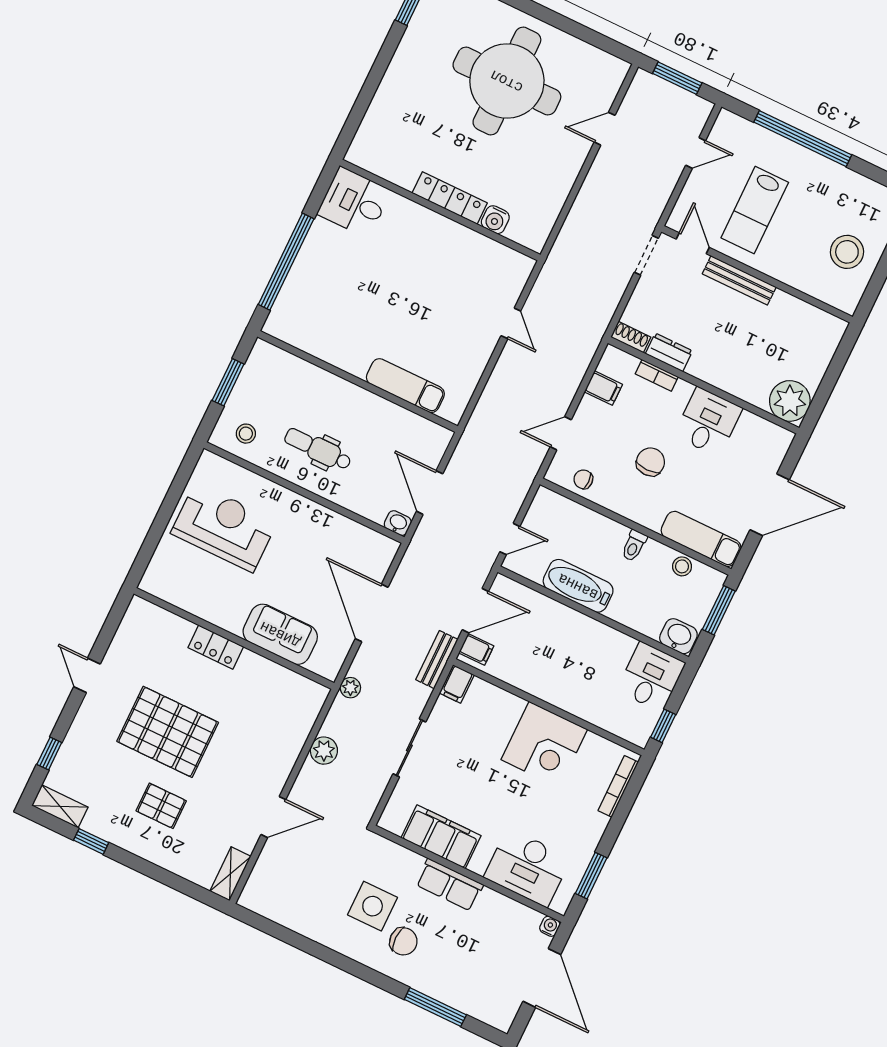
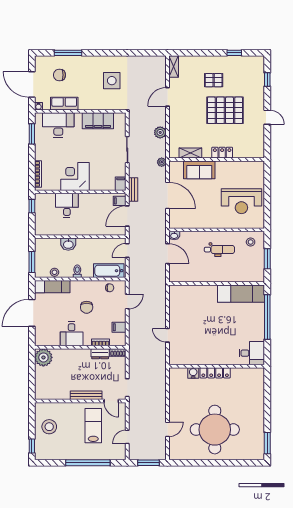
exam couch: (405, 386) -> (241, 294), moved, width x1.36, depth x1.45
bathtub: (578, 586) -> (109, 271), moved, turned 180
washbasin: (678, 636) -> (68, 244), moved
desk: (651, 677) -> (67, 205), moved, turned 180
shelving: (60, 806) -> (190, 153), moved
row of seats: (449, 885) -> (64, 104), moved
chair: (403, 941) -> (59, 75), moved

